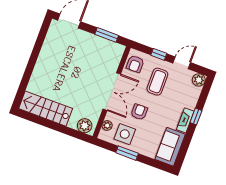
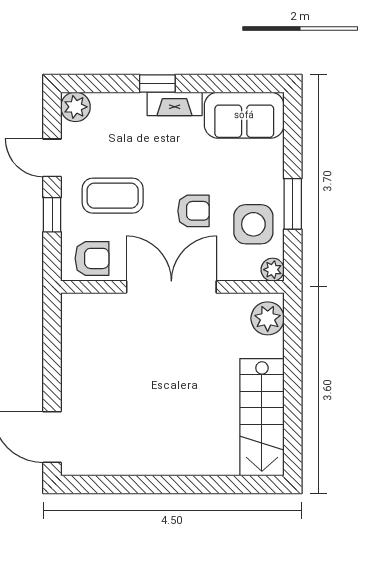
window: (107, 35) -> (52, 344), removed
armchair: (139, 112) -> (193, 211), turned 180
plant: (107, 125) -> (273, 270), moved

